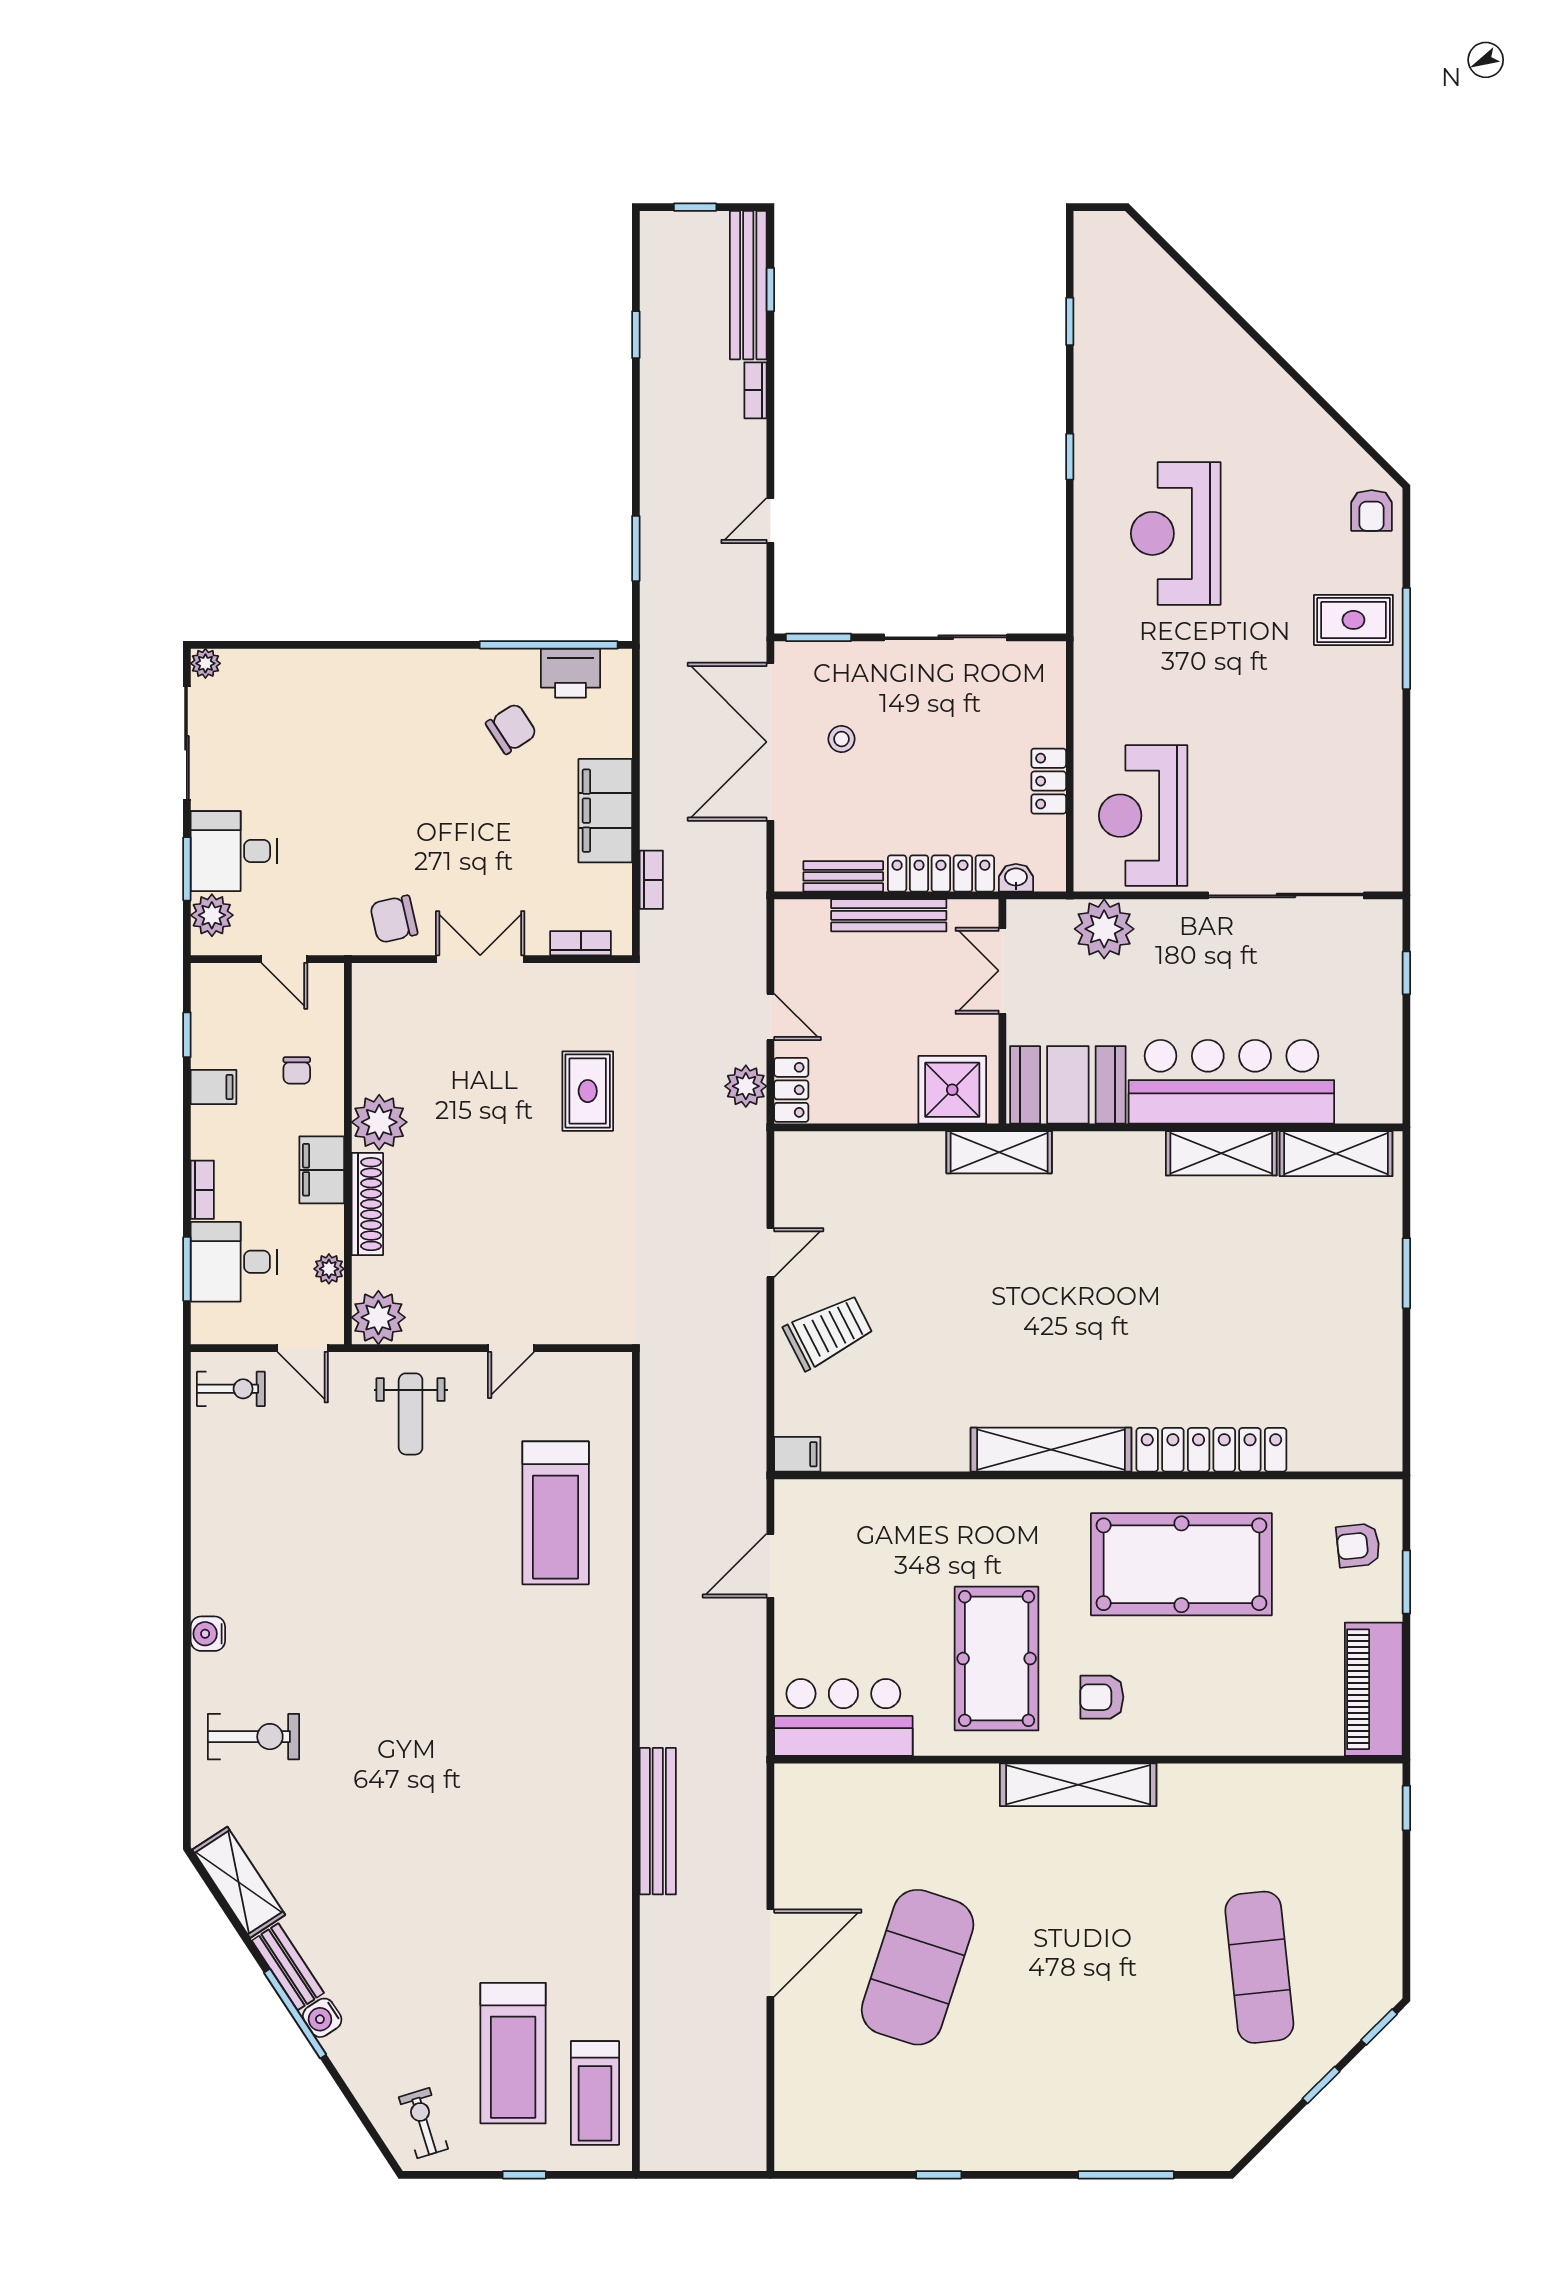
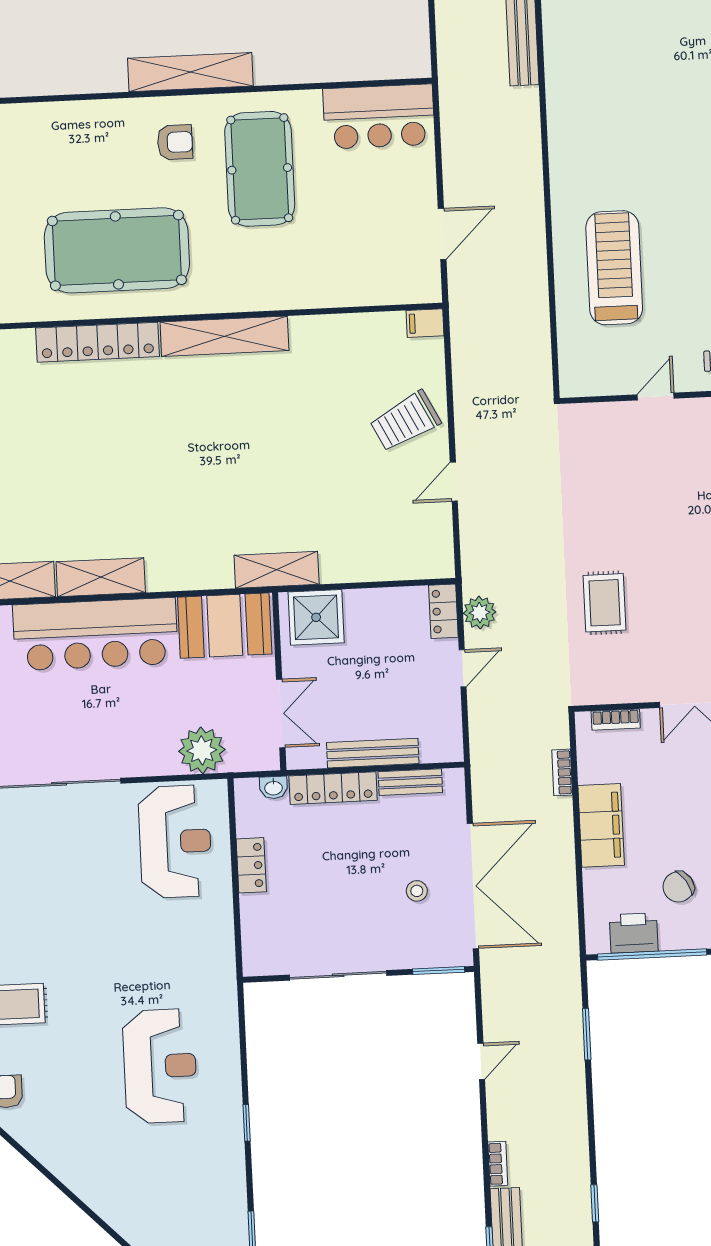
door: (770, 1017) -> (463, 668), swing flipped

